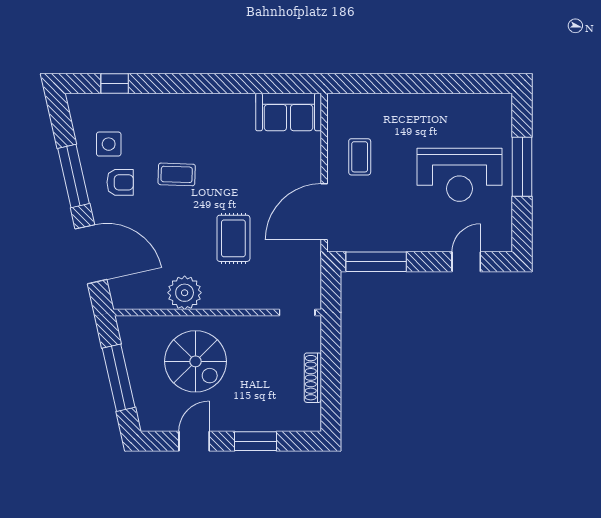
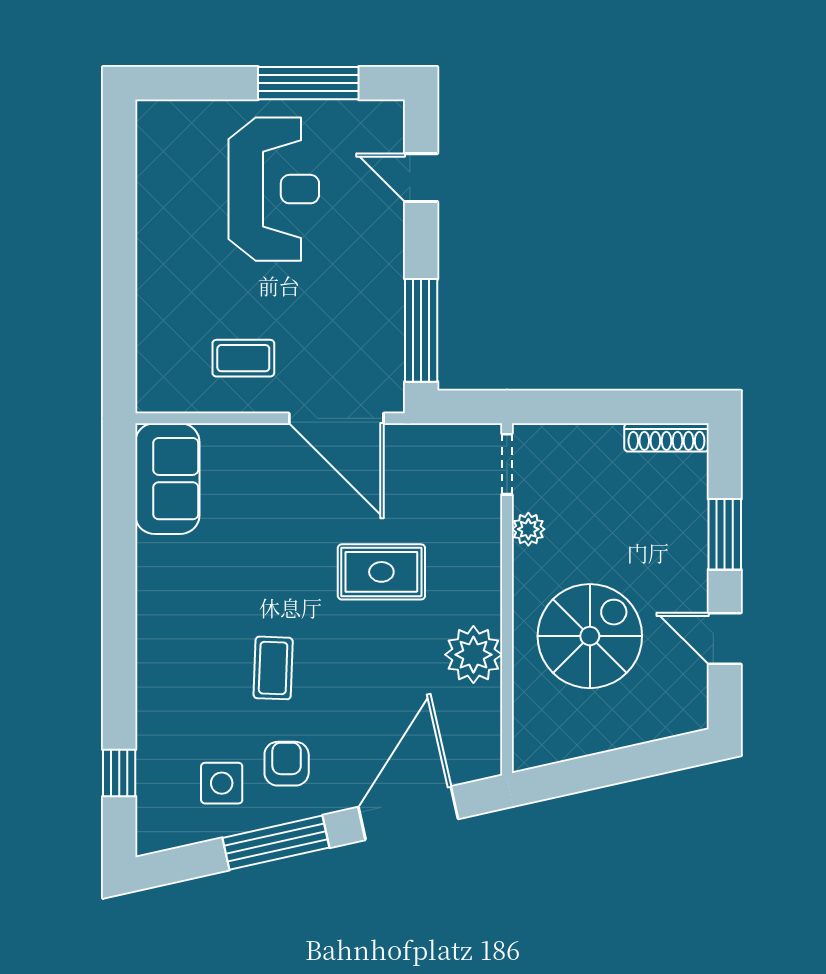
window: (522, 167) -> (308, 83), moved
plant: (259, 325) -> (528, 529), added
window: (119, 378) -> (617, 766), removed
shoe rack: (313, 378) -> (666, 437), moved

